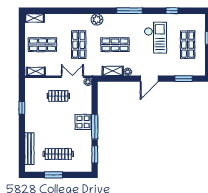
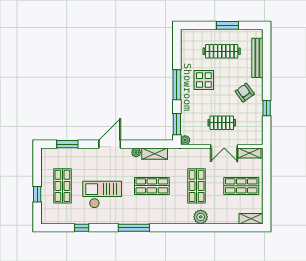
plant: (97, 20) -> (201, 217), moved
checkout: (155, 38) -> (102, 195), turned 90
double door: (72, 77) -> (224, 146), moved
armchair: (40, 120) -> (245, 93), added
display table: (83, 122) -> (204, 80), moved
window: (95, 154) -> (177, 124), moved

